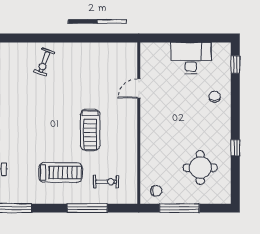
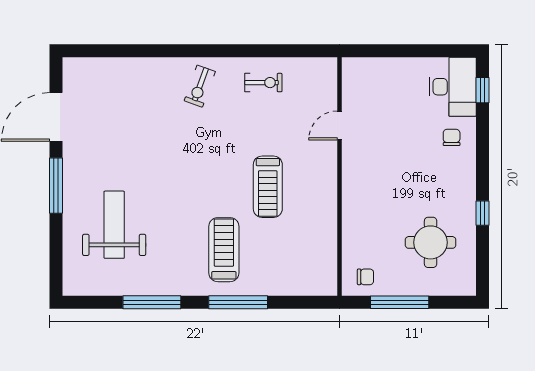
desk: (191, 58) -> (453, 87), moved, turned 90
treadmill: (60, 172) -> (224, 250), turned -90
exercise bike: (106, 182) -> (263, 83), moved
window: (87, 208) -> (238, 302), moved

